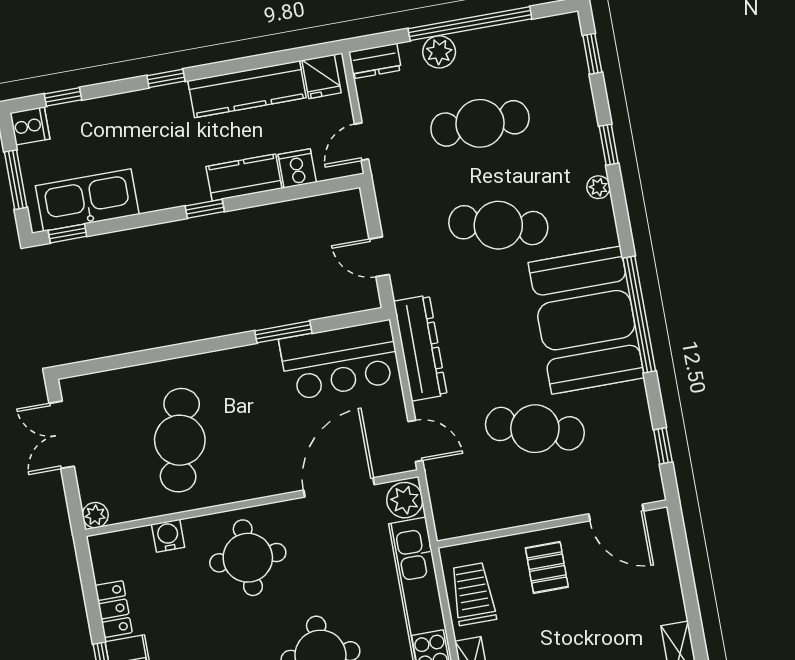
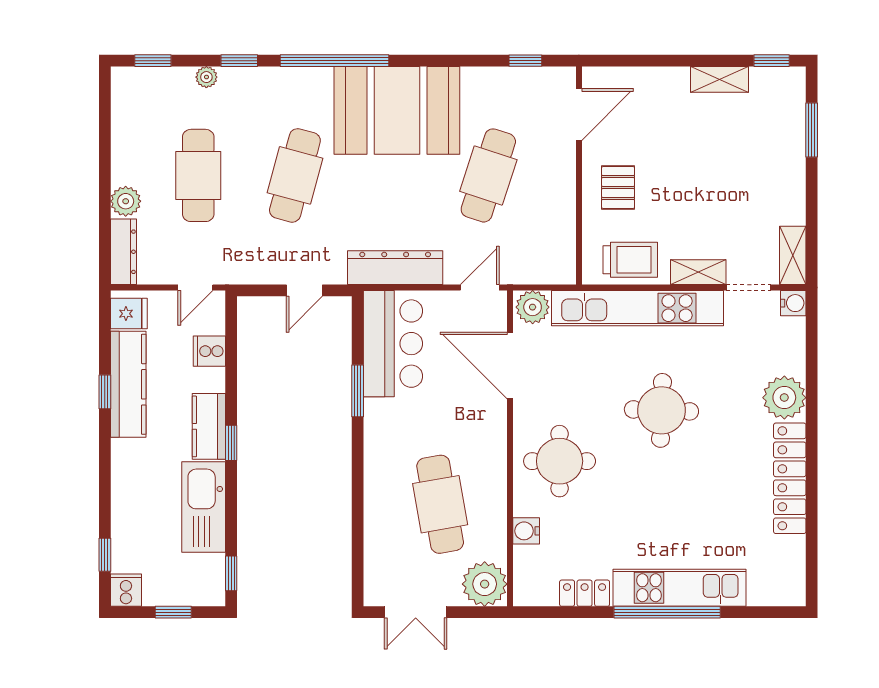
window: (470, 24) -> (105, 168), removed
dresser: (375, 61) -> (123, 252), width x1.44
window: (166, 78) -> (105, 392), moved
door: (362, 142) -> (195, 288), hinge flipped
kitchen counter: (244, 177) -> (209, 426), moved
window: (16, 180) -> (173, 612), width x0.67
plant: (598, 187) -> (206, 77), moved
kitchen sink: (87, 200) -> (204, 507), moved
window: (639, 314) -> (334, 61), moved
cafe table: (180, 440) -> (440, 504), turned 67
plant: (95, 515) -> (485, 584), width x1.88, depth x1.88
pallet: (547, 567) -> (618, 188), turned 90
trolley: (473, 594) -> (630, 260), turned 180

